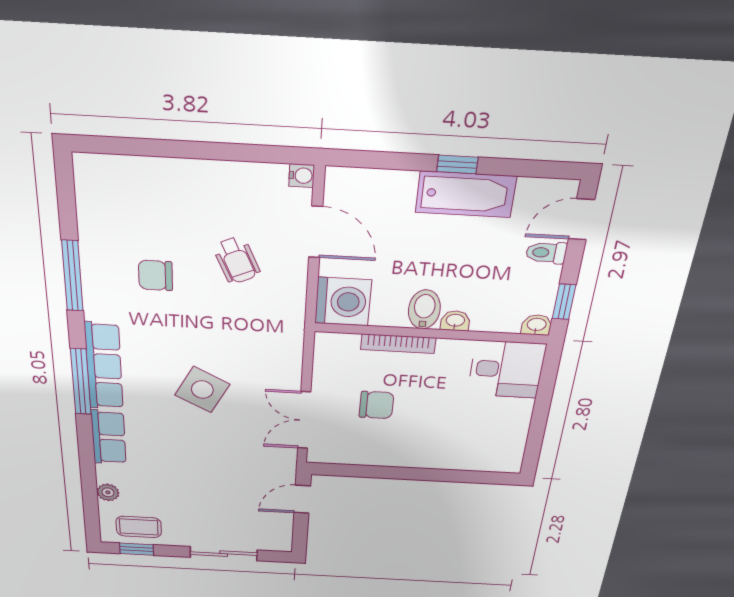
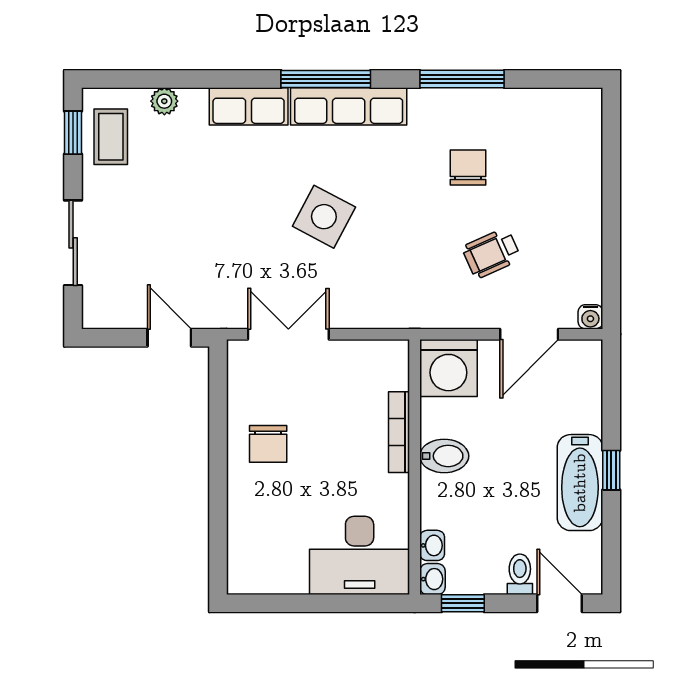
washbasin: (455, 321) -> (432, 545), moved
desk: (506, 369) -> (360, 555), width x1.37
chair: (376, 405) -> (268, 444), moved

